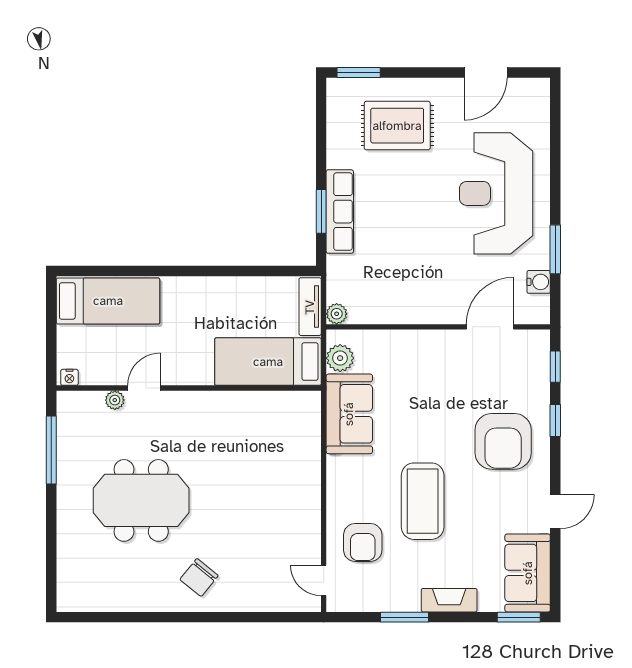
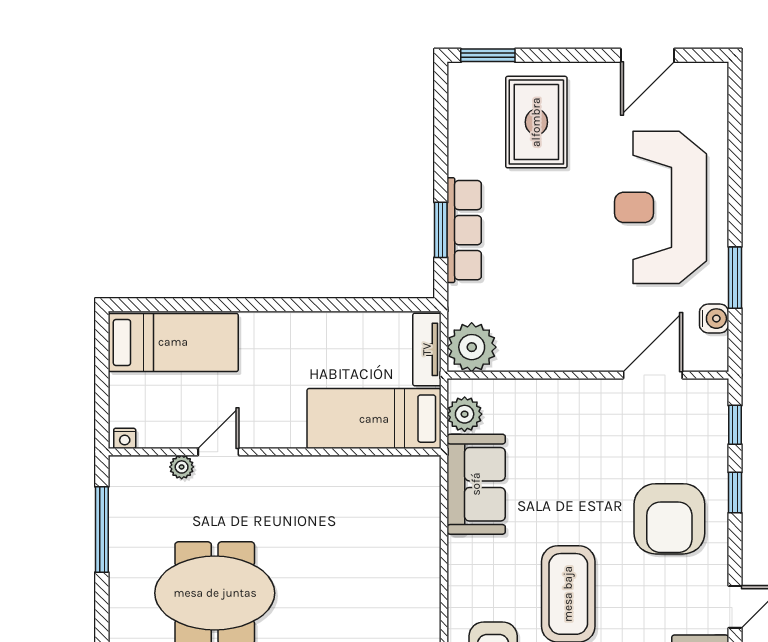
rug: (397, 126) -> (536, 122), turned 90
plant: (337, 314) -> (472, 347), width x1.87, depth x1.87

